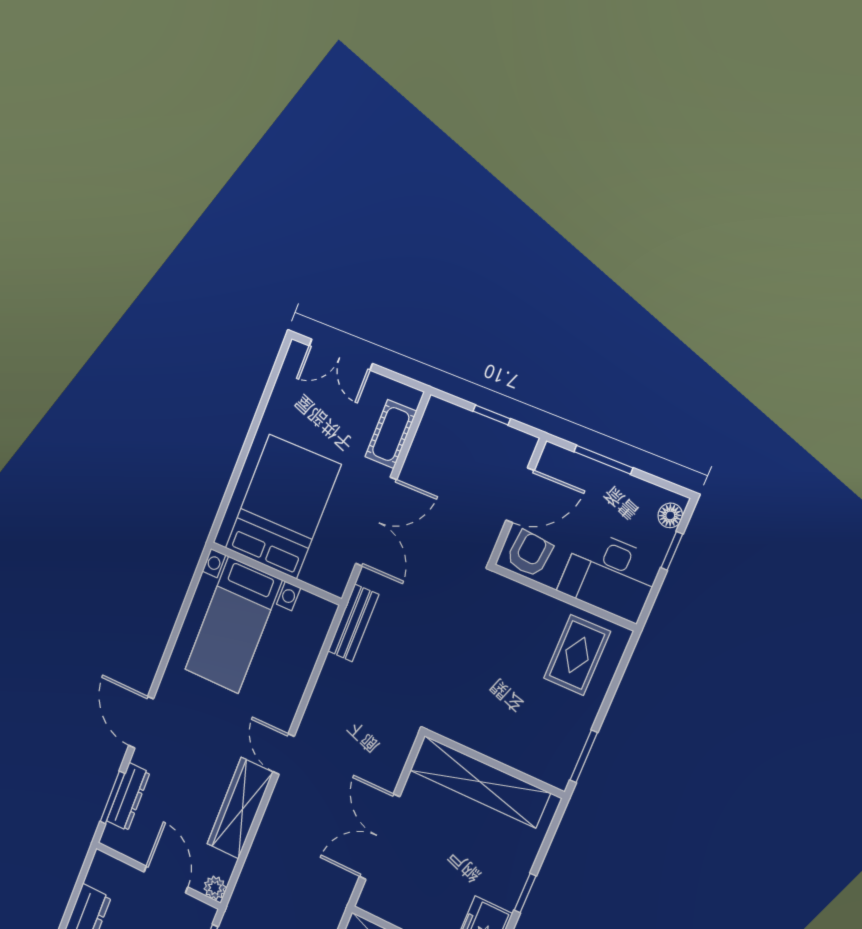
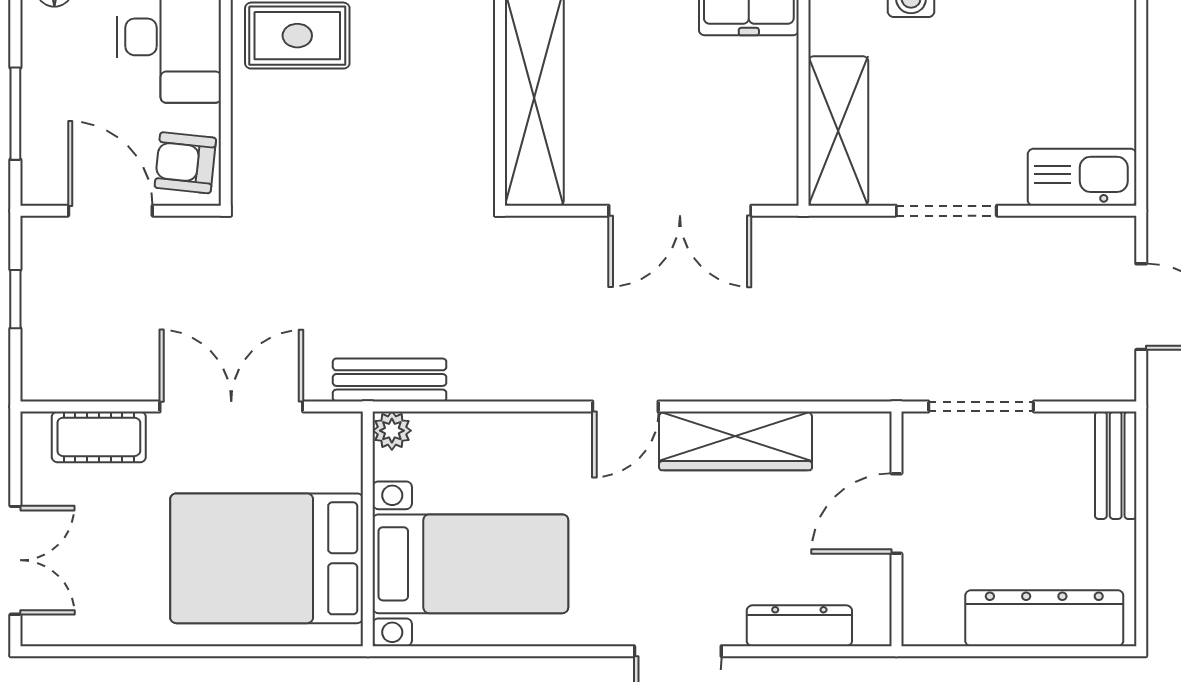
window: (112, 797) -> (812, 651), removed
plant: (215, 888) -> (392, 431), moved

